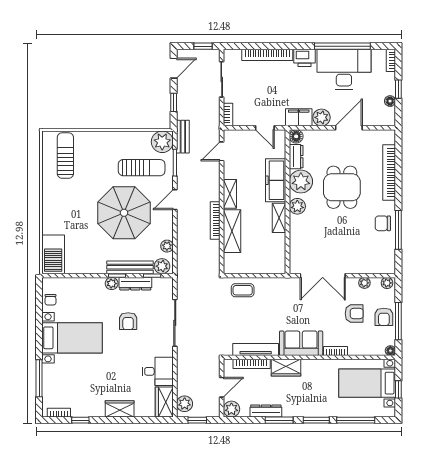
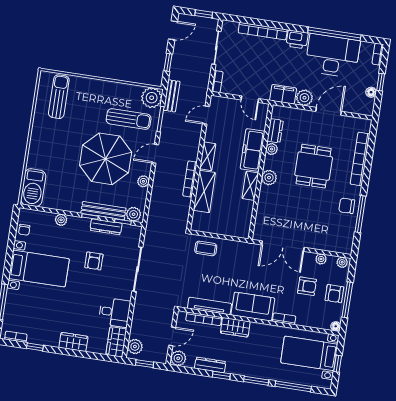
floor lamp: (296, 136) -> (278, 112), removed
plant: (301, 182) -> (272, 149), width x0.53, depth x0.53
plant: (167, 246) -> (143, 181), moved
plant: (112, 284) -> (61, 220), moved
window: (279, 420) -> (221, 375), width x0.67

